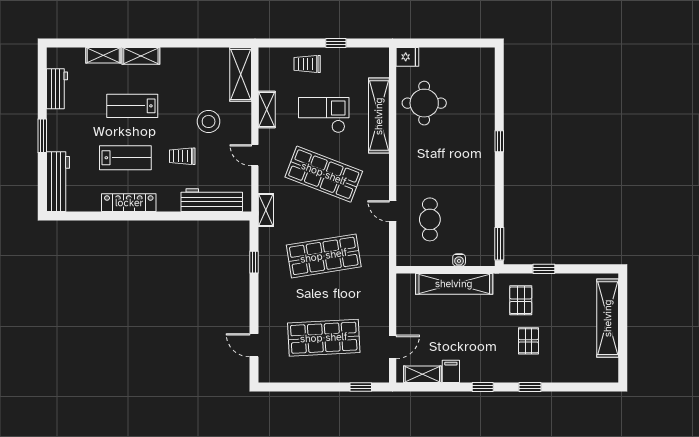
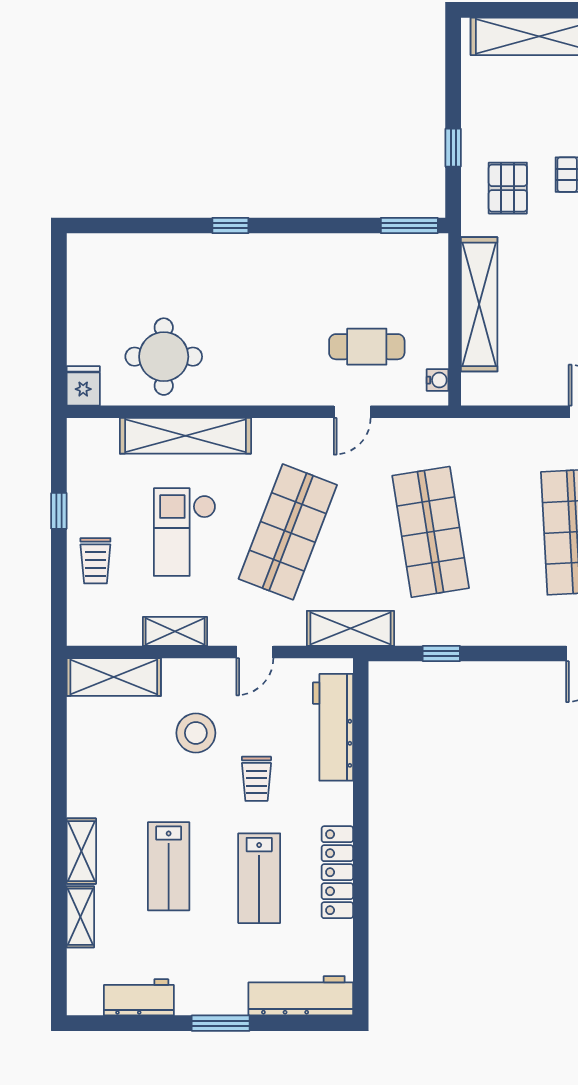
lab bench: (125, 158) -> (259, 878), turned 180
shelving: (266, 210) -> (350, 628), width x1.50, depth x1.33
water cooler: (459, 260) -> (438, 380), moved
pallet: (521, 300) -> (508, 188), turned 90

